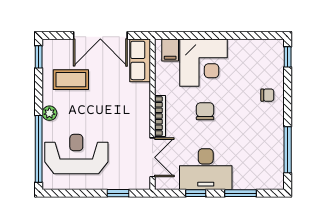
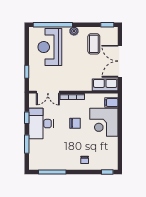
reception desk: (76, 154) -> (50, 47), turned 180

